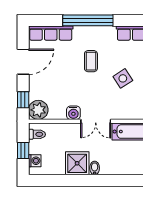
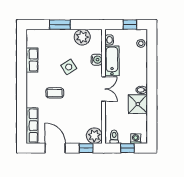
window: (88, 20) -> (22, 95), removed
water cooler: (73, 113) -> (97, 60), moved

